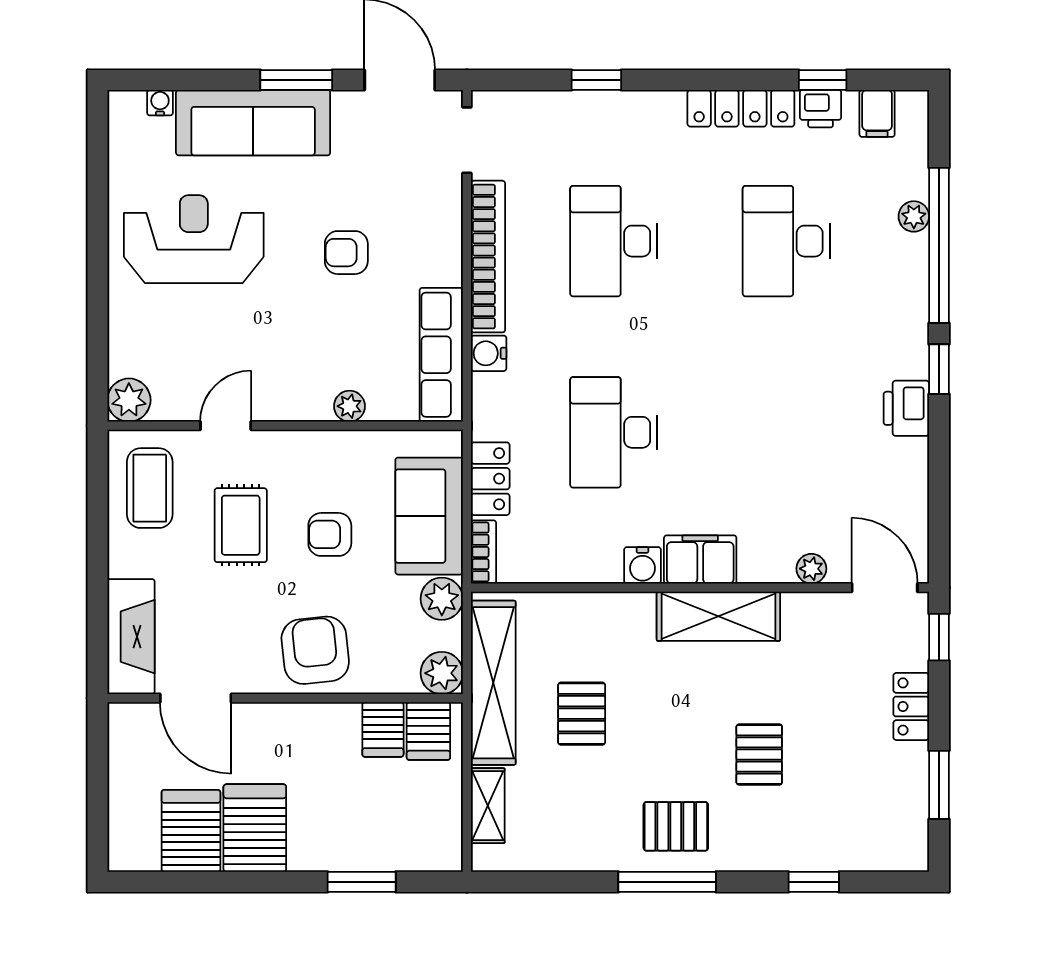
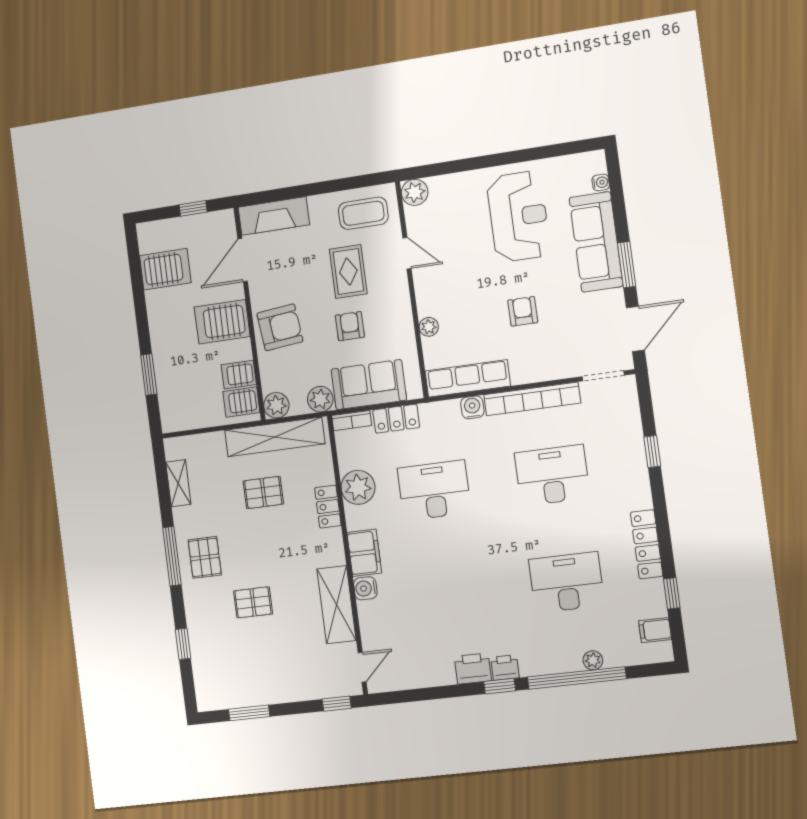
printer: (821, 109) -> (505, 668), moved, turned 90
rug: (241, 525) -> (348, 272), turned 90
water cooler: (643, 565) -> (365, 588), moved
plant: (811, 569) -> (358, 487), moved, width x1.88, depth x1.88
door: (885, 588) -> (362, 667), width x0.73
shelving: (718, 616) -> (337, 605), moved
locker: (911, 706) -> (328, 507), moved, turned -90
window: (97, 770) -> (193, 208), added
shelving: (488, 806) -> (178, 483), moved, turned 90
server rack: (255, 828) -> (222, 322), moved, turned 180

